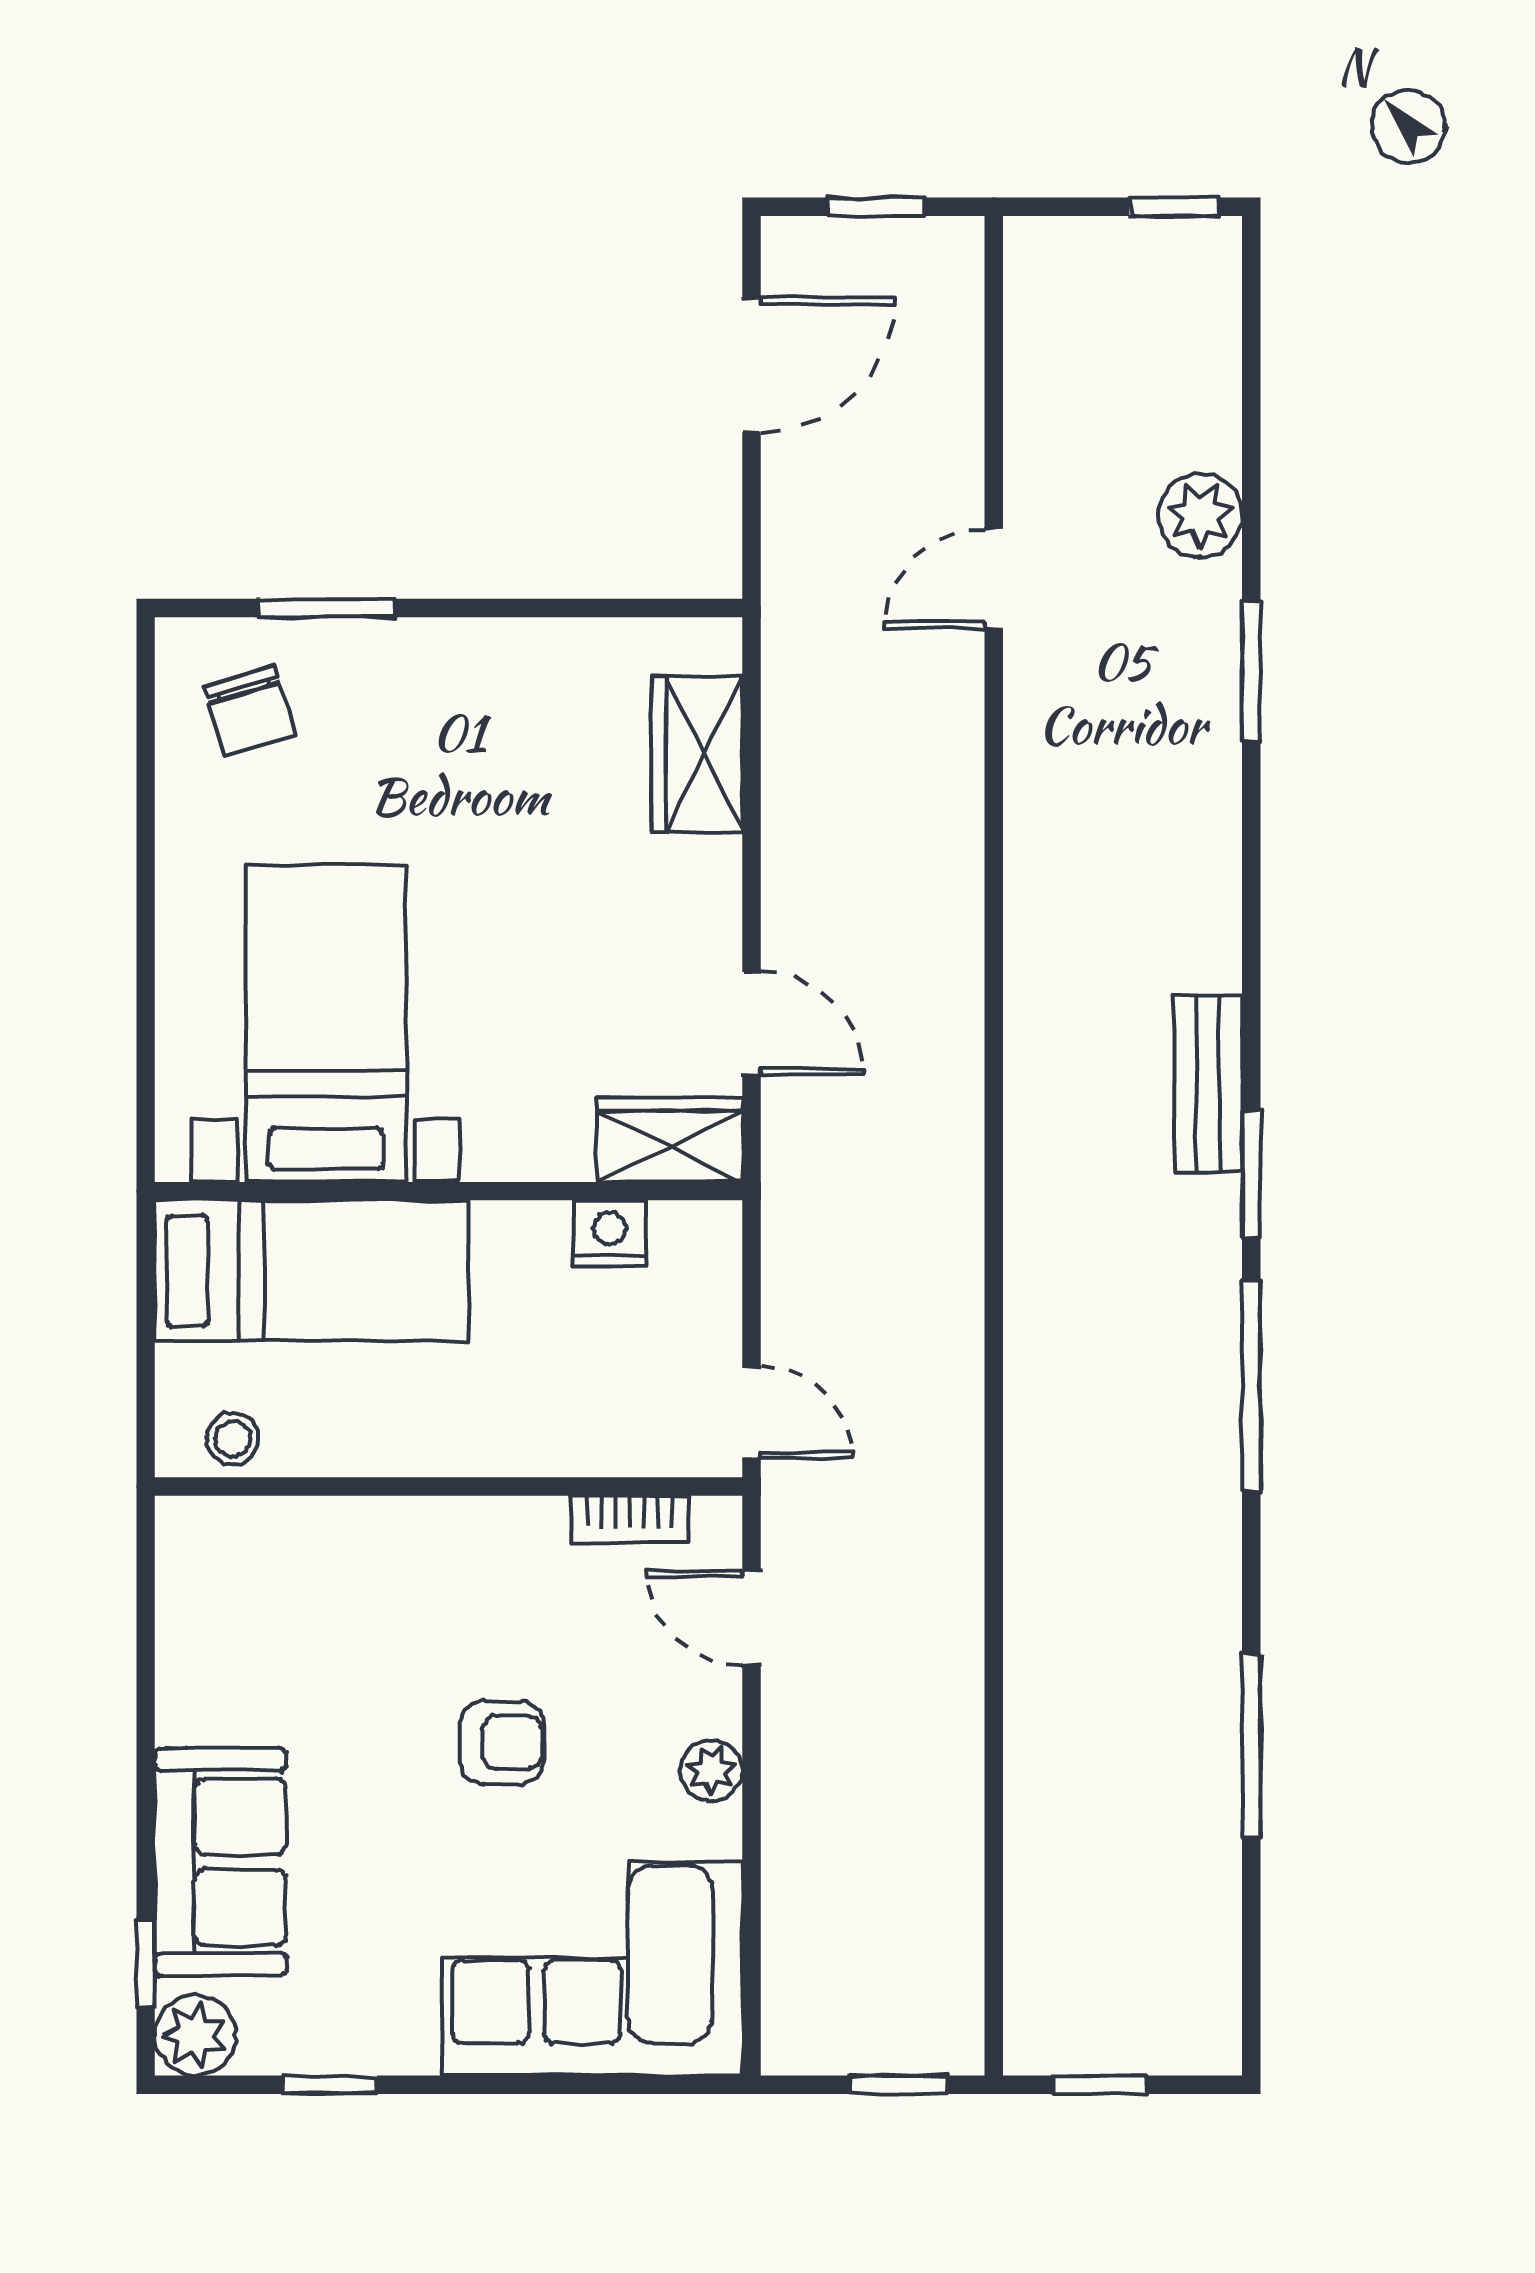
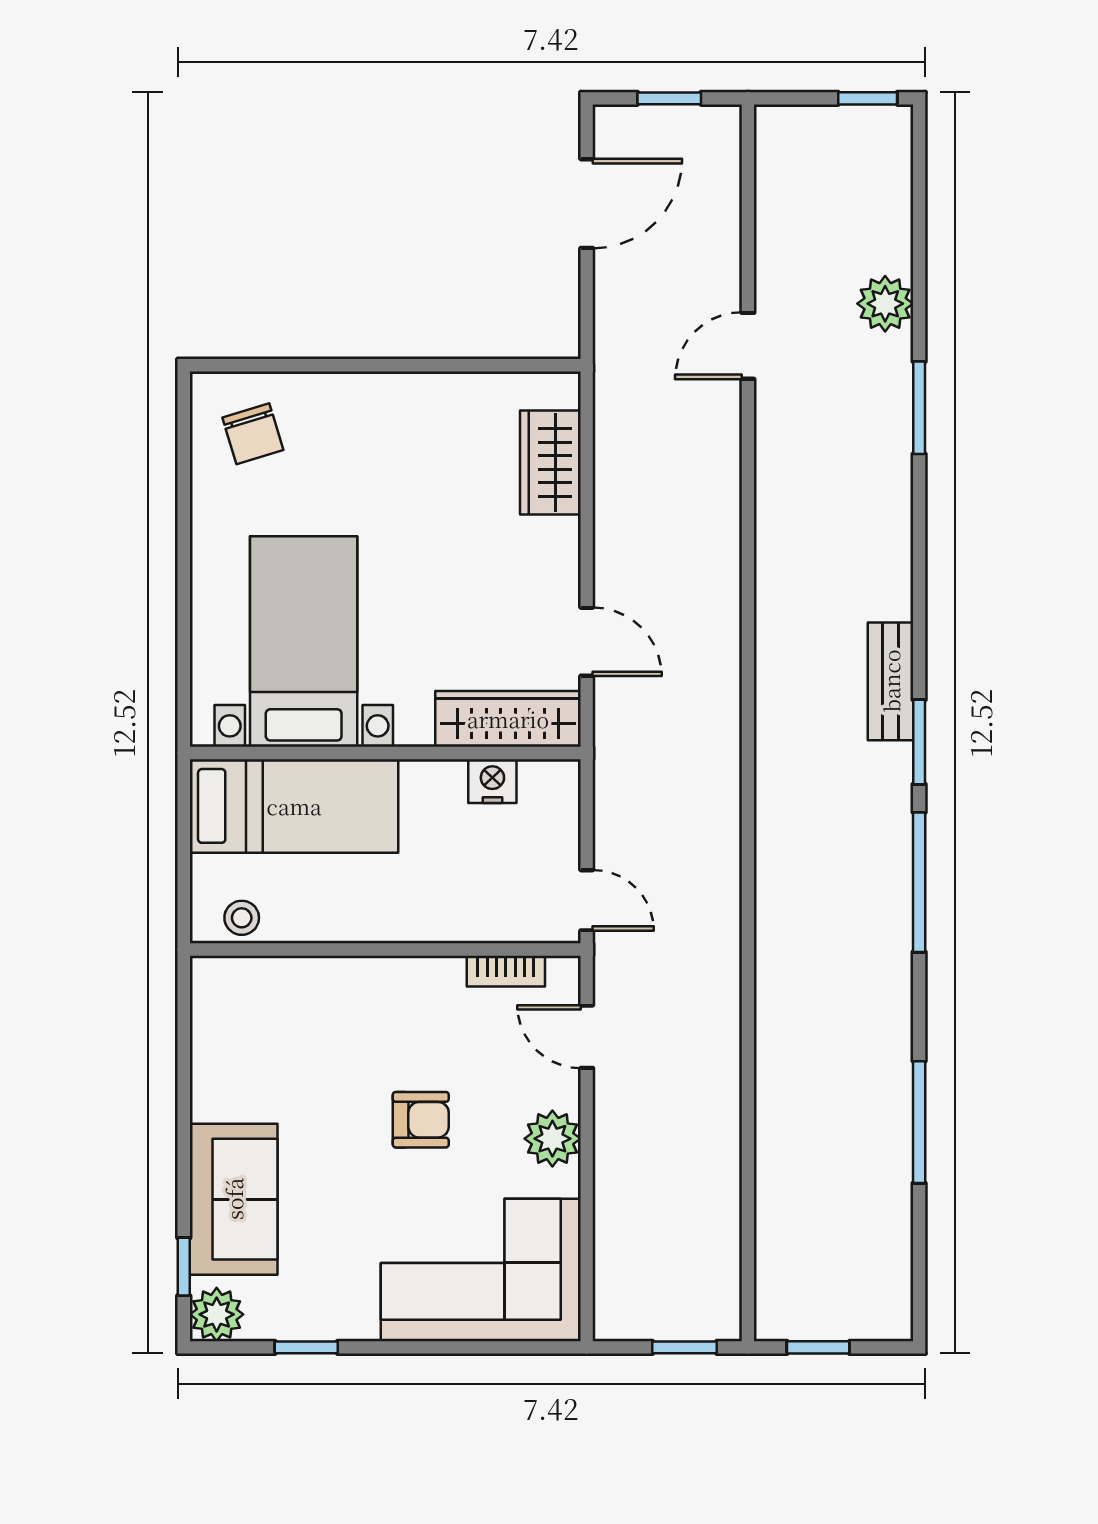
window: (326, 608) -> (304, 365), removed
wardrobe: (670, 1140) -> (508, 719), width x1.50
plant: (712, 1771) -> (552, 1139), width x1.38, depth x1.38

